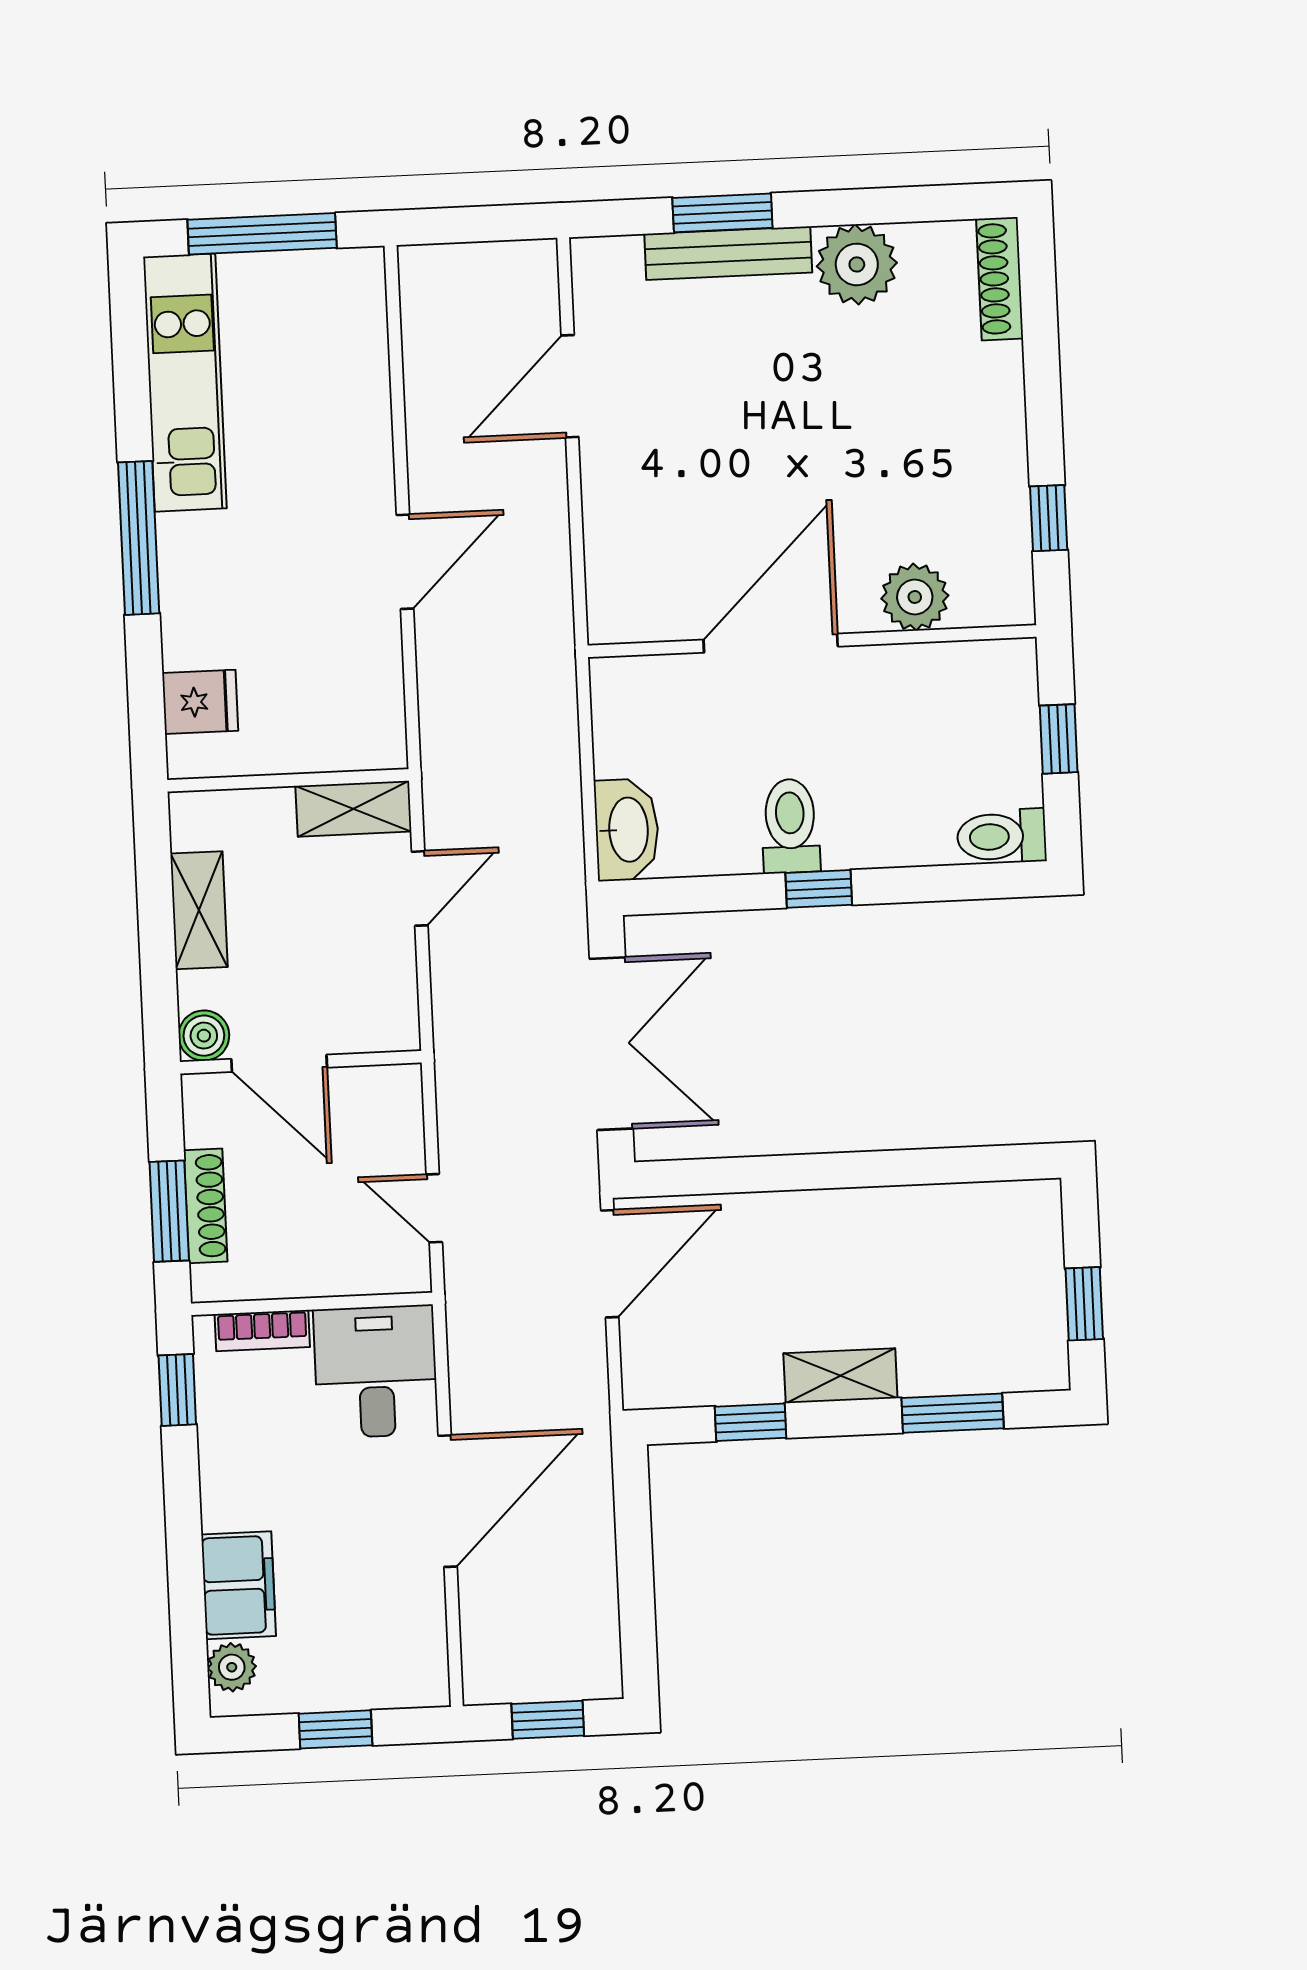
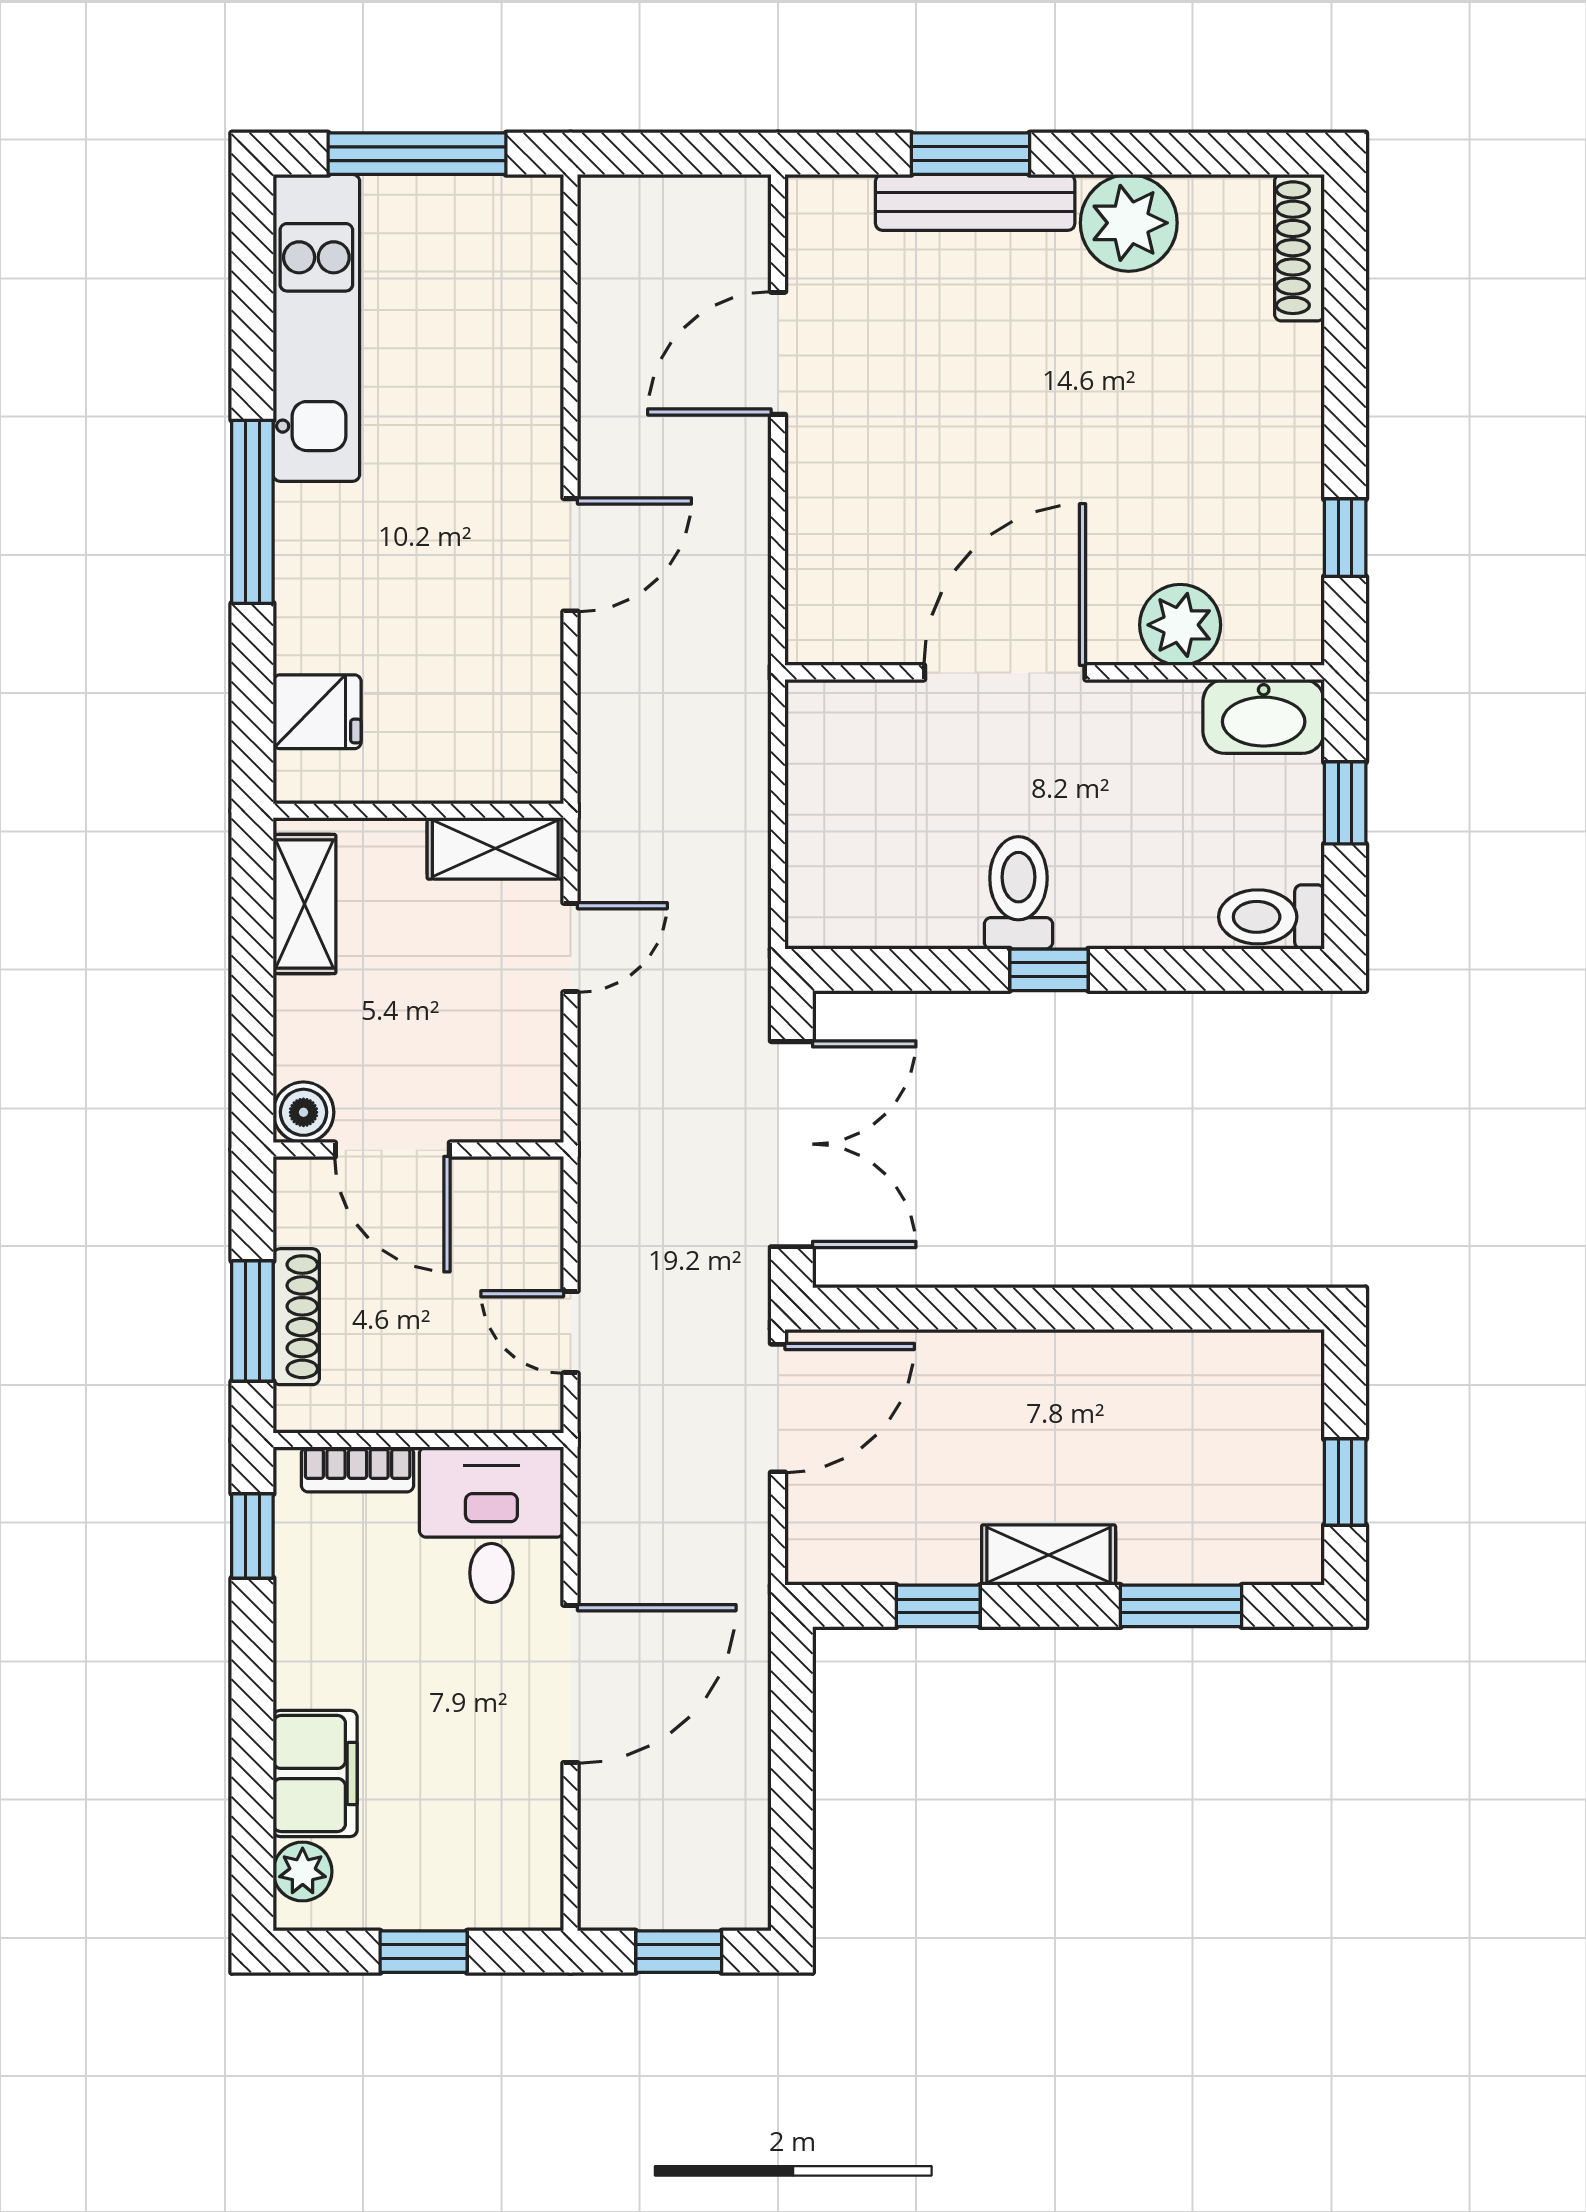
washbasin: (627, 830) -> (1264, 716), moved, turned 90
shelving: (199, 910) -> (305, 904), moved

